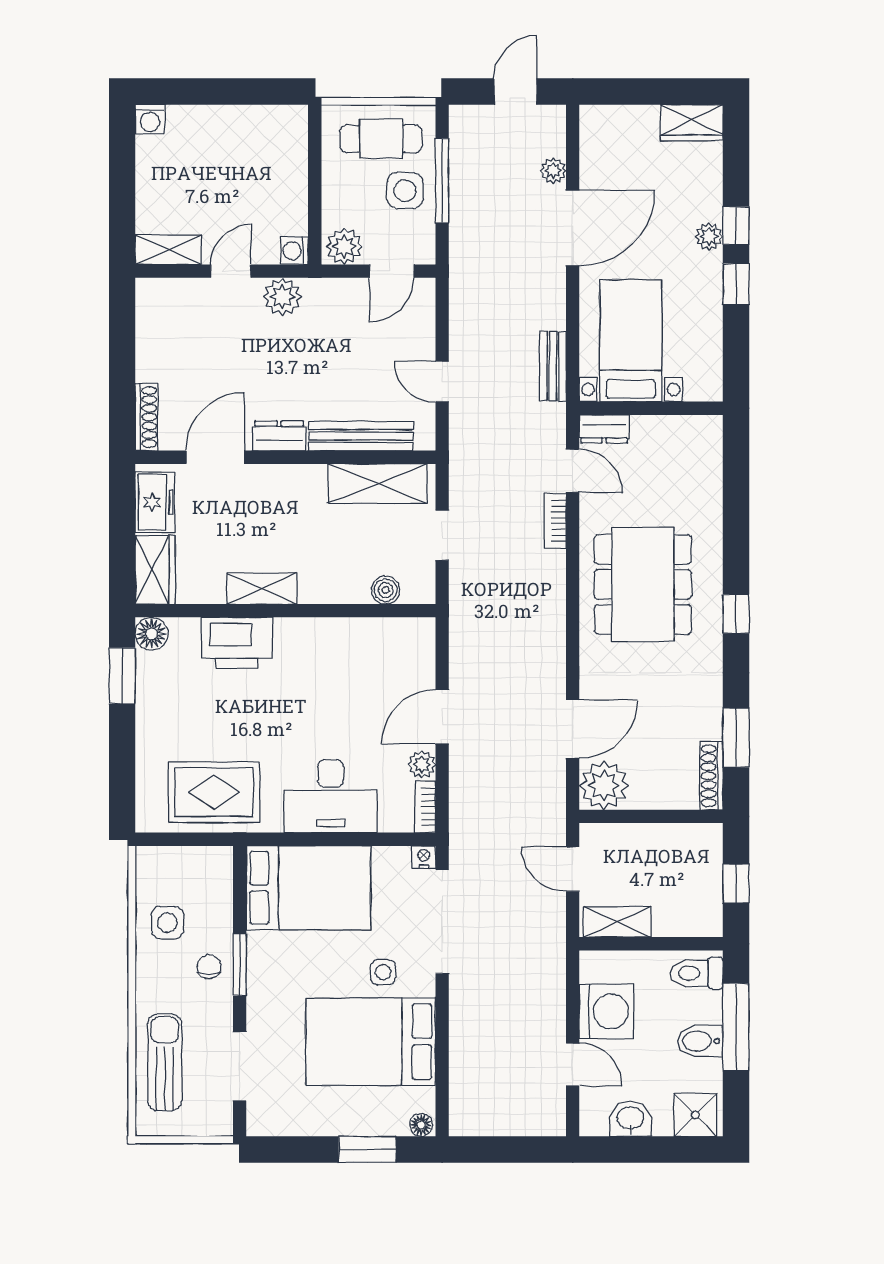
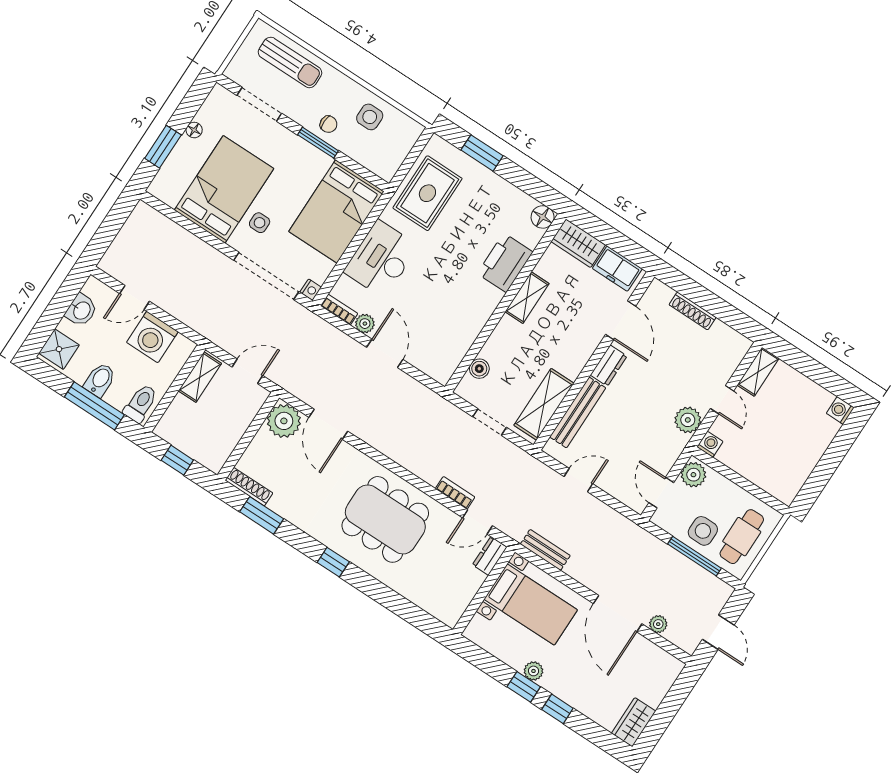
plant: (709, 237) -> (533, 671), moved
shoe rack: (147, 417) -> (693, 311), moved
window: (122, 676) -> (482, 153), moved
floor lamp: (421, 1125) -> (194, 130), moved

